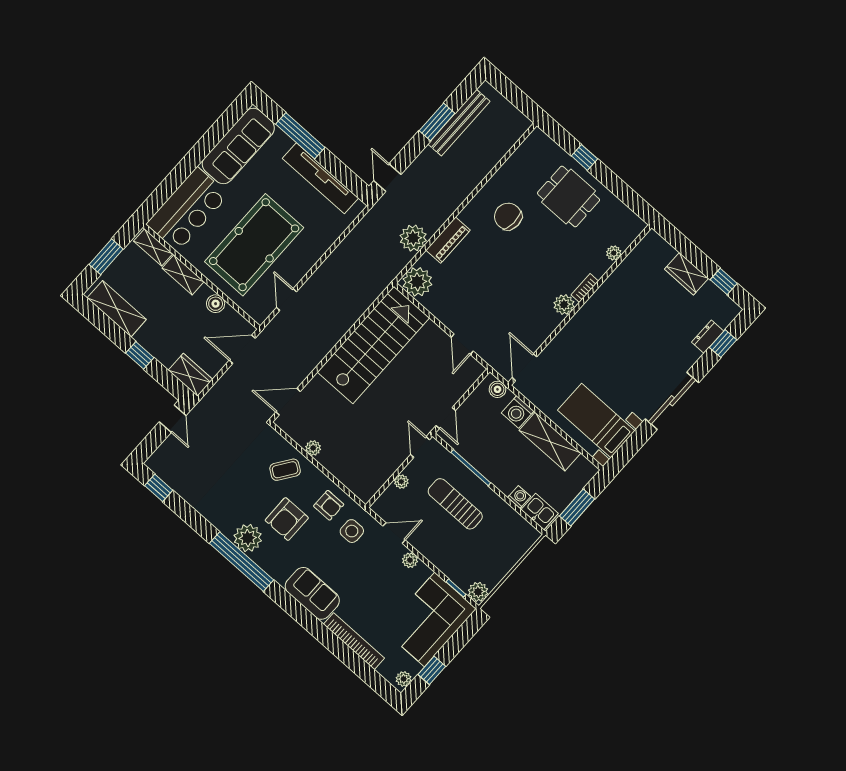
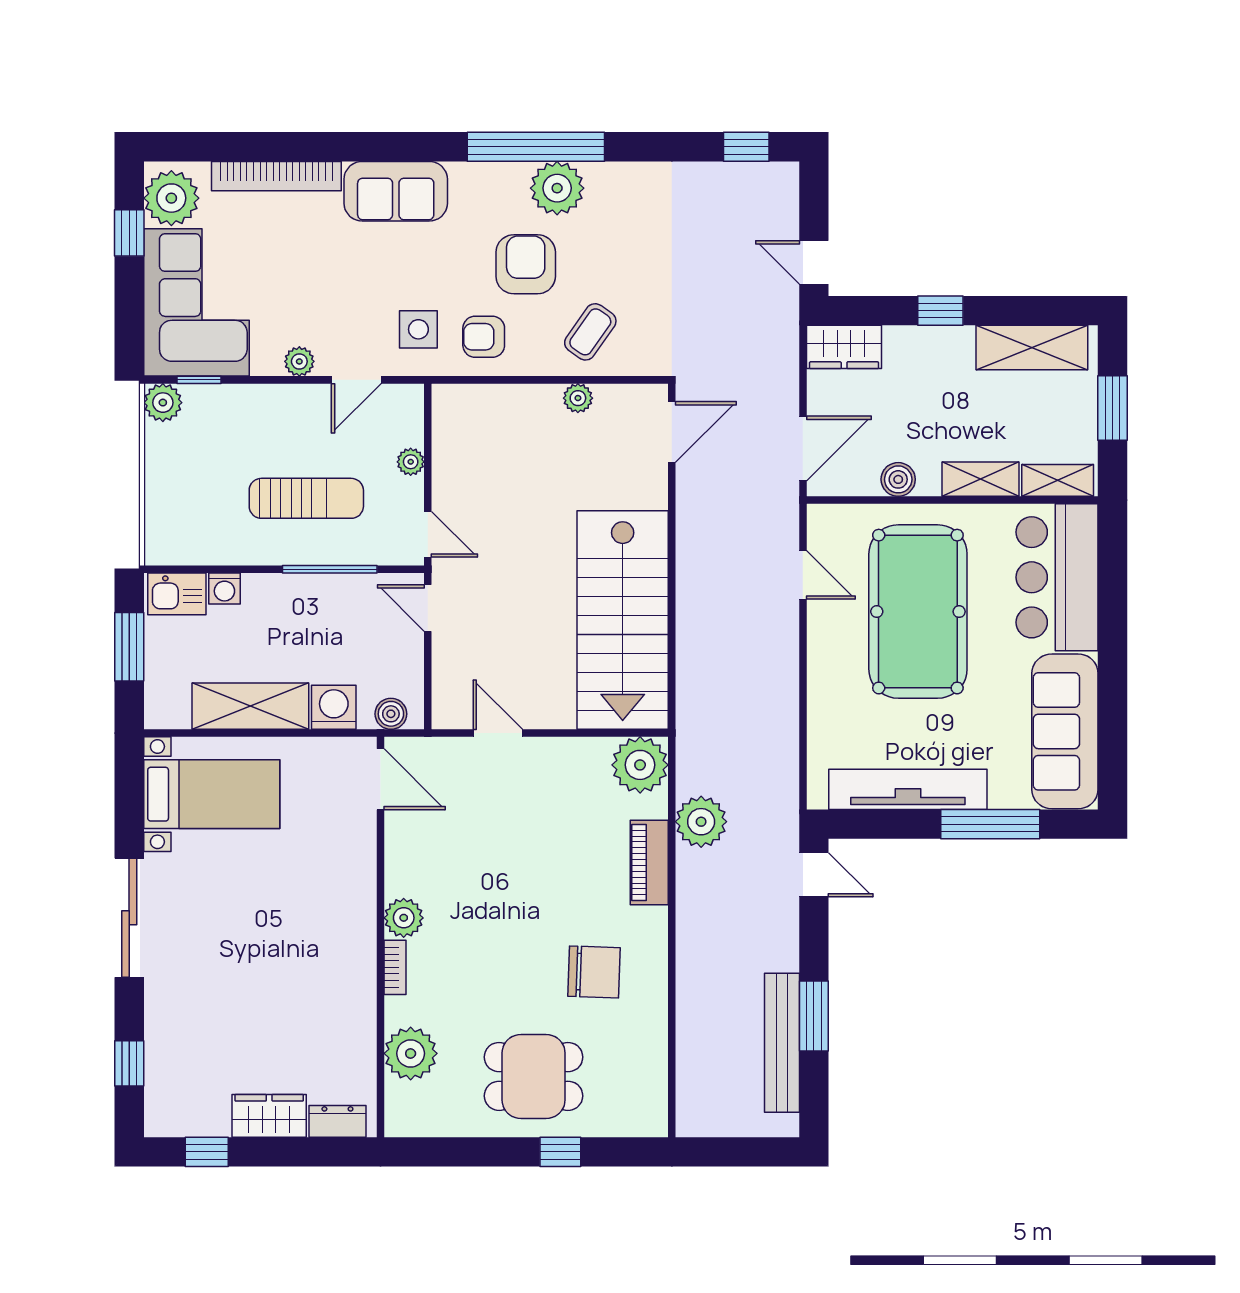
plant: (614, 253) -> (411, 1053), width x1.88, depth x1.88
dresser: (708, 337) -> (337, 1121), moved, turned -90
plant: (404, 679) -> (171, 198), width x1.88, depth x1.88

